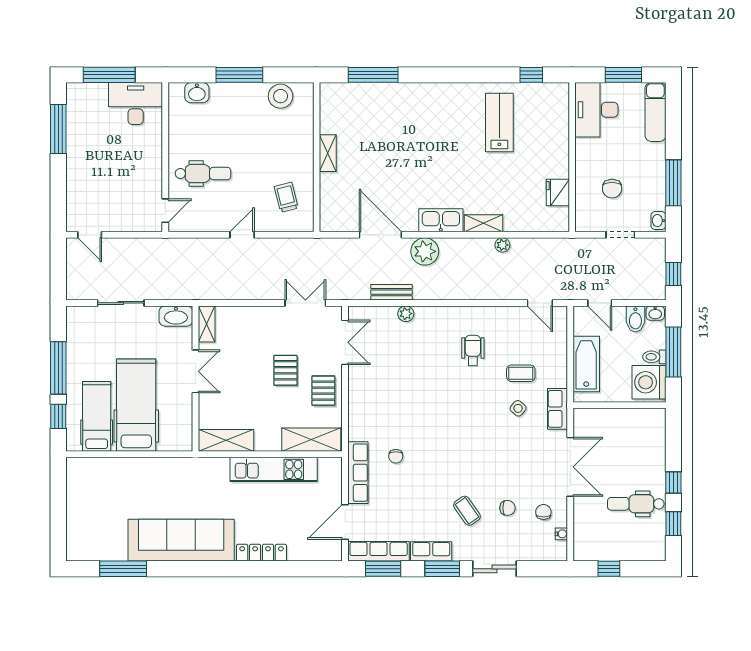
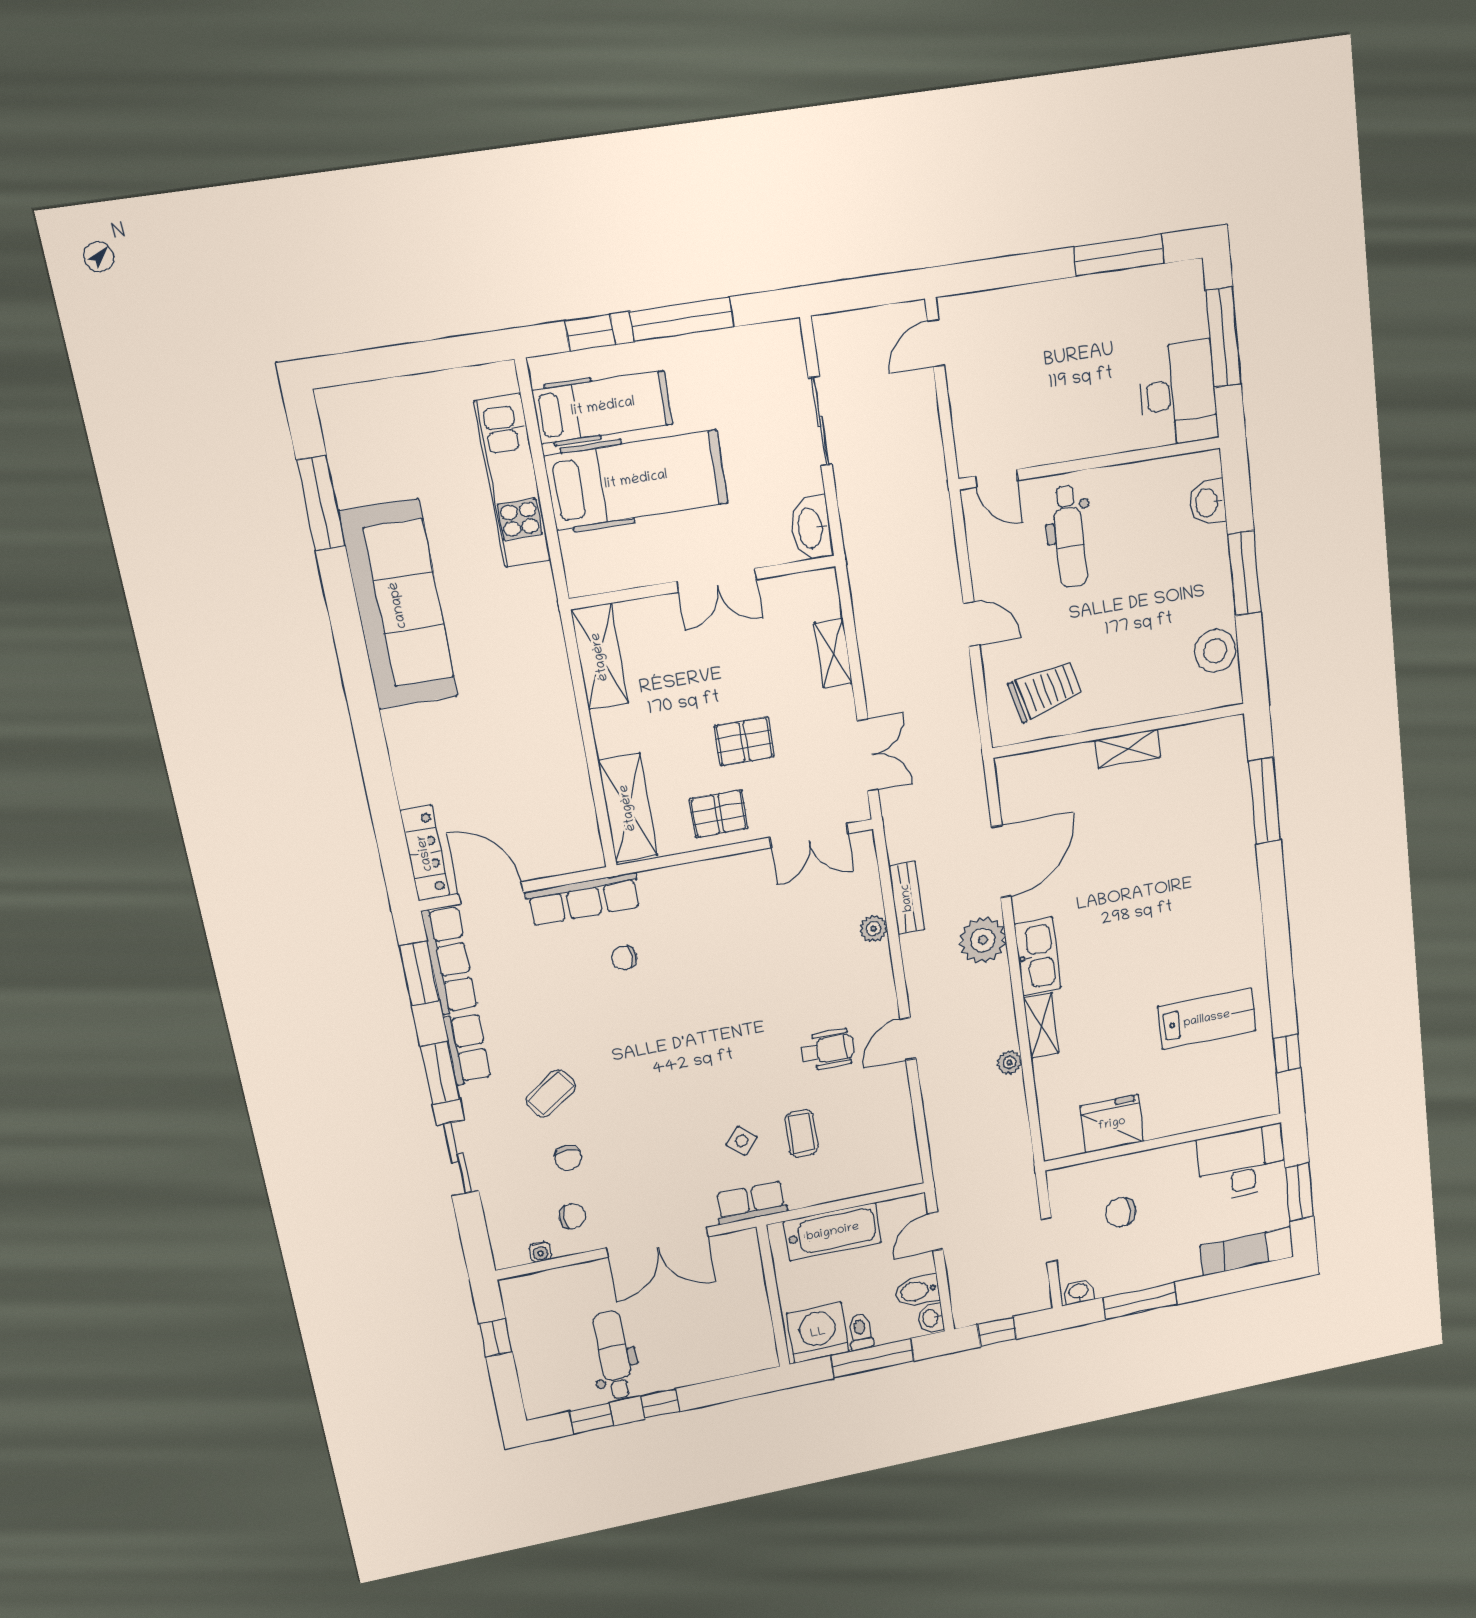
fridge: (558, 193) -> (1112, 1124), width x1.36, depth x1.34
trolley: (286, 197) -> (1045, 690), width x1.36, depth x1.39
door: (540, 303) -> (908, 1039), moved
shelving: (207, 324) -> (833, 653), moved, turned 90
kitchen unit: (274, 469) -> (513, 481), moved
locker: (262, 553) -> (425, 853), moved

